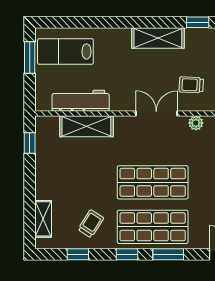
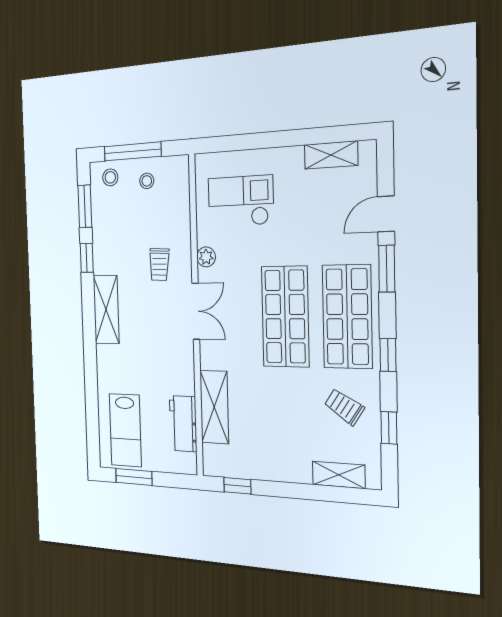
workbench: (81, 101) -> (183, 424), width x0.73
double door: (156, 114) -> (196, 311), swing flipped
window: (168, 254) -> (387, 269), moved

